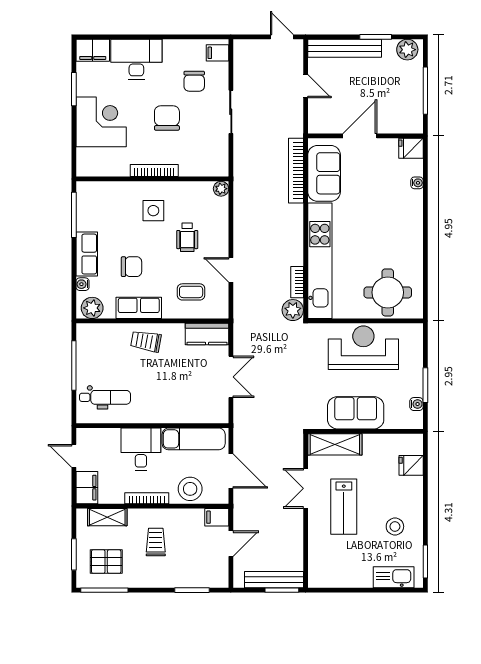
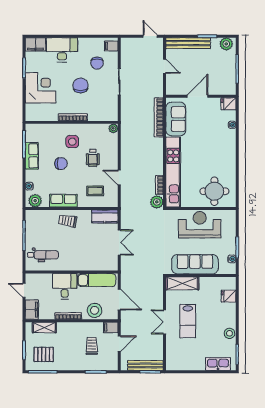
row of seats: (87, 254) -> (32, 156), moved
chair: (131, 267) -> (61, 164), moved
sofa: (356, 413) -> (195, 264), width x1.36
double door: (306, 488) -> (165, 322), moved
stool: (395, 526) -> (229, 333), moved
trolley: (156, 542) -> (92, 346), moved

